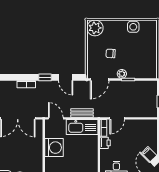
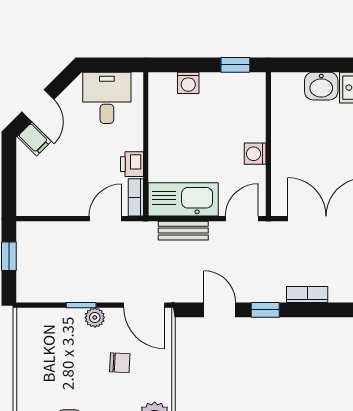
door: (100, 79) -> (144, 305), swing flipped
door: (56, 118) -> (242, 219), swing flipped
washing machine: (54, 148) -> (255, 154), width x0.53, depth x0.53

